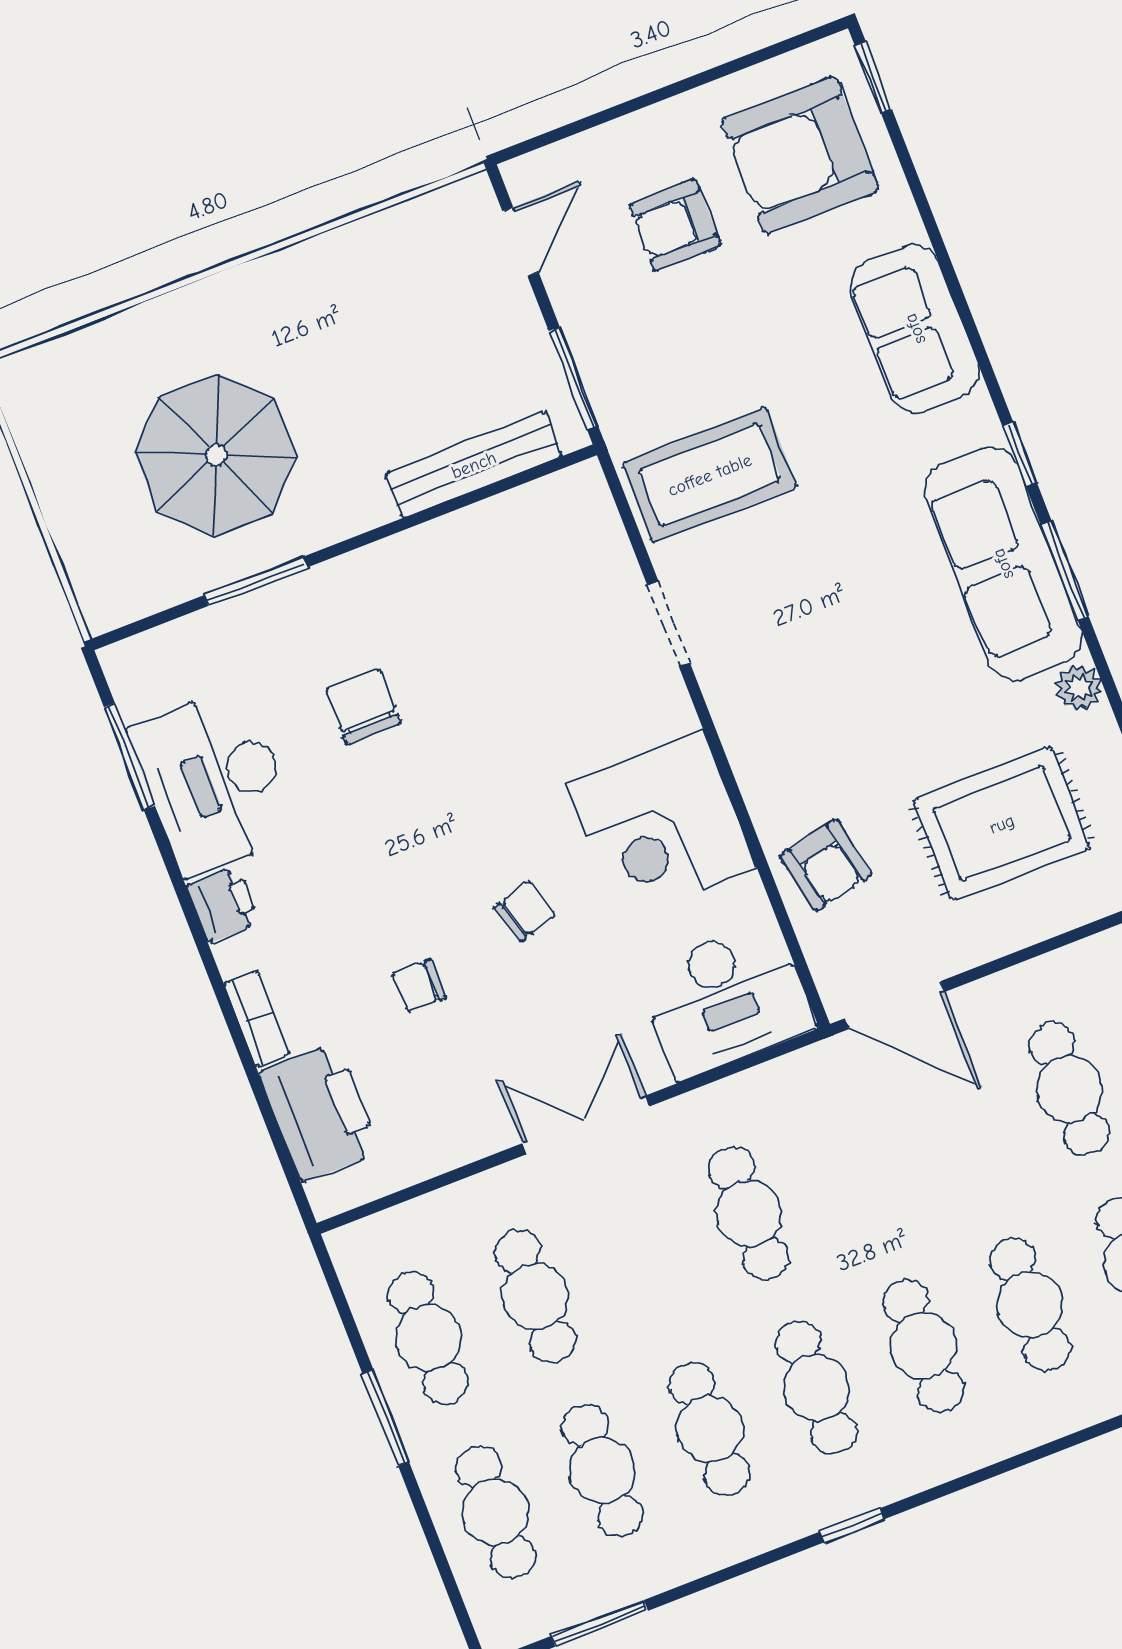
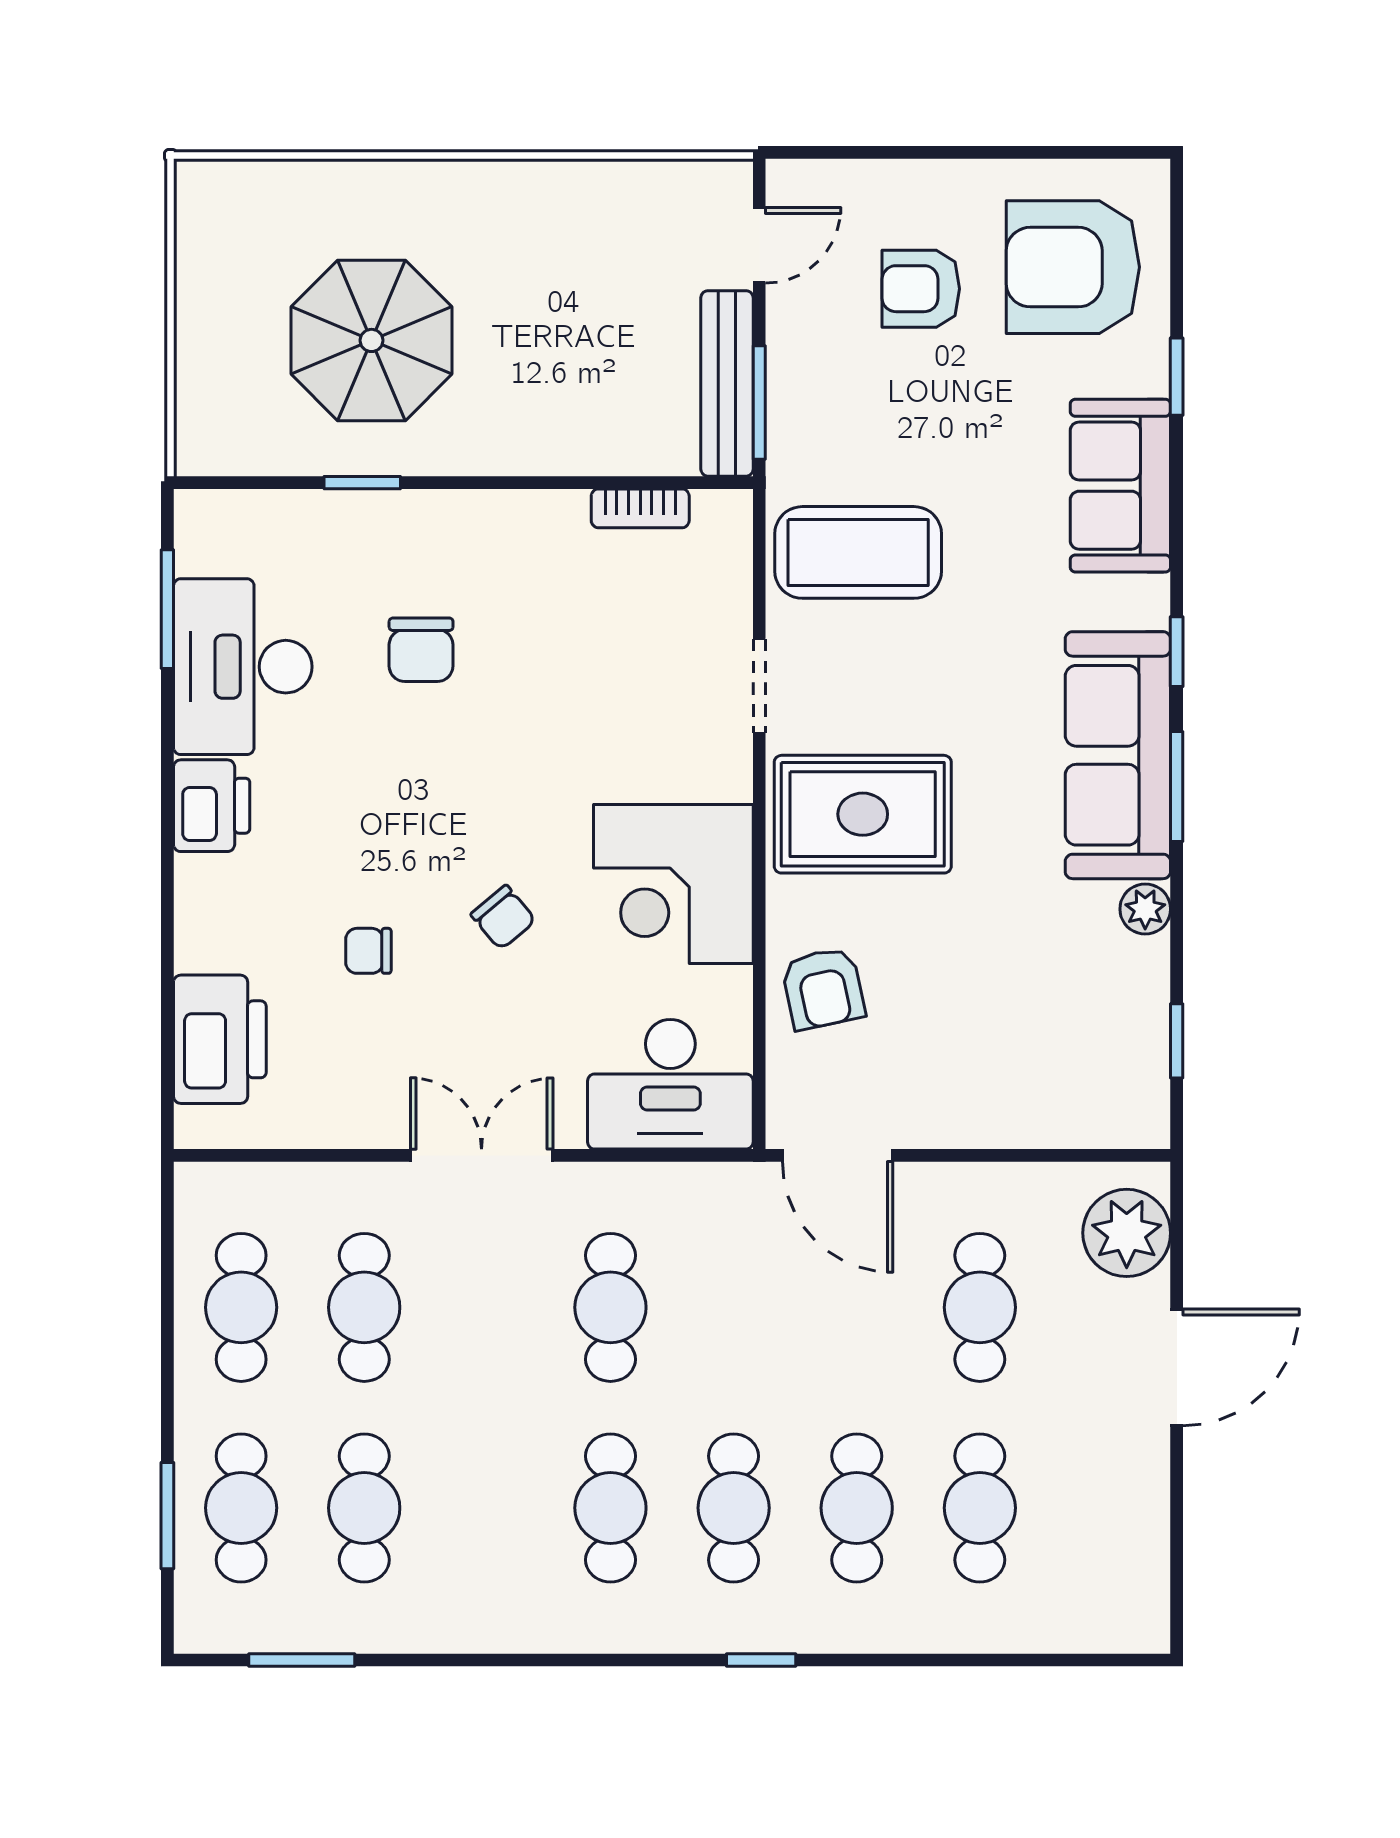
window: (873, 78) -> (1177, 377), moved
bench: (474, 465) -> (727, 383), moved, turned 90
window: (256, 581) -> (362, 483), width x0.67
chair: (363, 706) -> (421, 650), turned 180
rug: (1002, 824) -> (863, 814), moved
printer: (223, 904) -> (212, 806), width x1.36, depth x1.24
chair: (524, 911) -> (503, 917), turned 67
bookcase: (257, 1019) -> (640, 508), moved, turned 90
window: (386, 1417) -> (167, 1516), moved
cafe table: (709, 1429) -> (487, 1508), removed
window: (852, 1525) -> (761, 1660), moved

